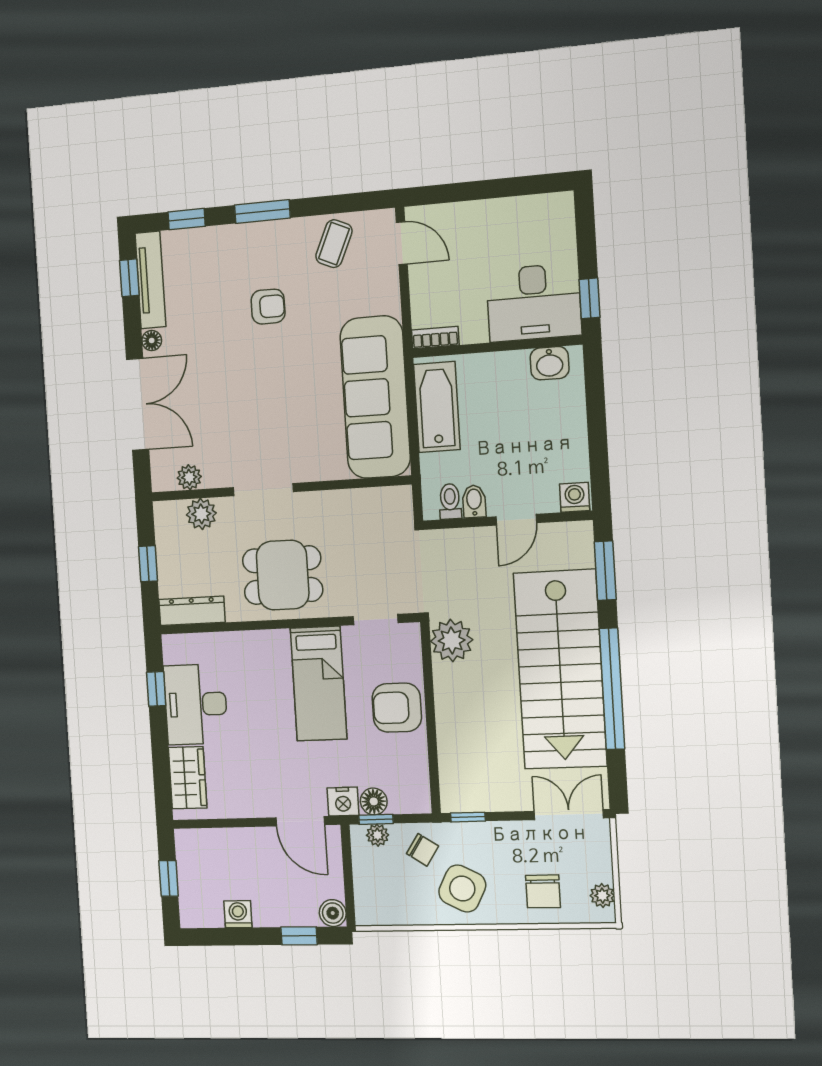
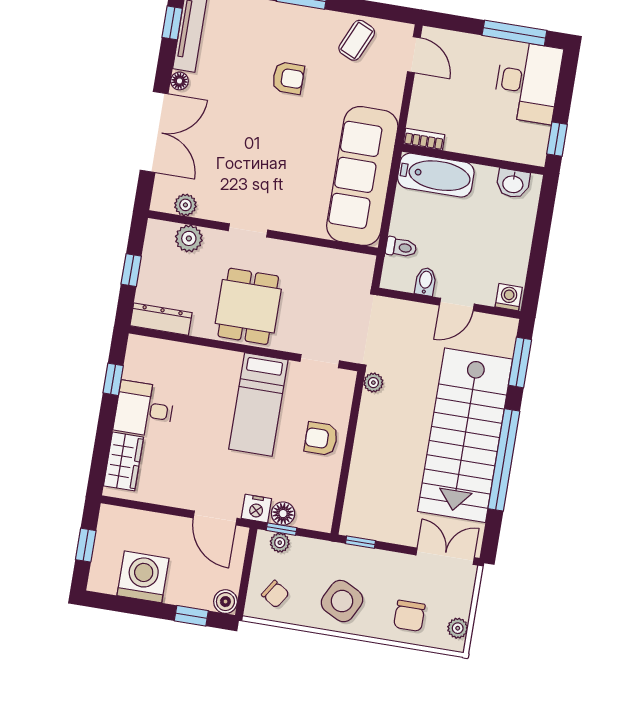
window: (511, 187) -> (514, 33), added
desk: (534, 302) -> (528, 82), moved, turned -90
bathtub: (437, 407) -> (436, 175), moved, turned 90
doorway: (263, 490) -> (248, 230), width x0.73
toilet: (450, 501) -> (401, 247), moved, turned 90
dining table: (283, 575) -> (248, 306), turned 90
plant: (452, 640) -> (373, 383), width x0.53, depth x0.53
desk: (196, 704) -> (144, 409), width x0.73
armchair: (397, 708) -> (321, 439), width x0.72, depth x0.72
chair: (423, 850) -> (275, 594), moved
washing machine: (238, 914) -> (143, 577), width x1.89, depth x1.89

